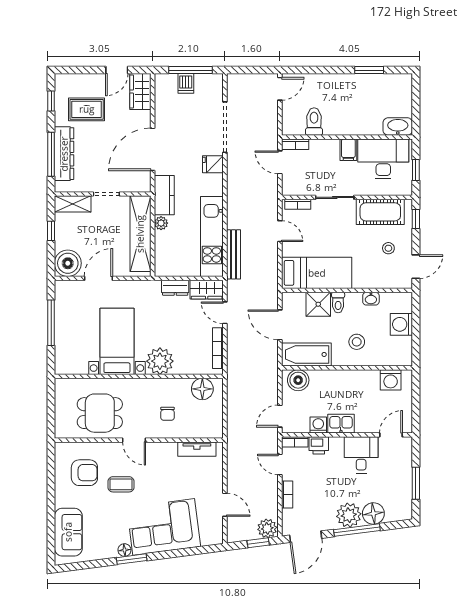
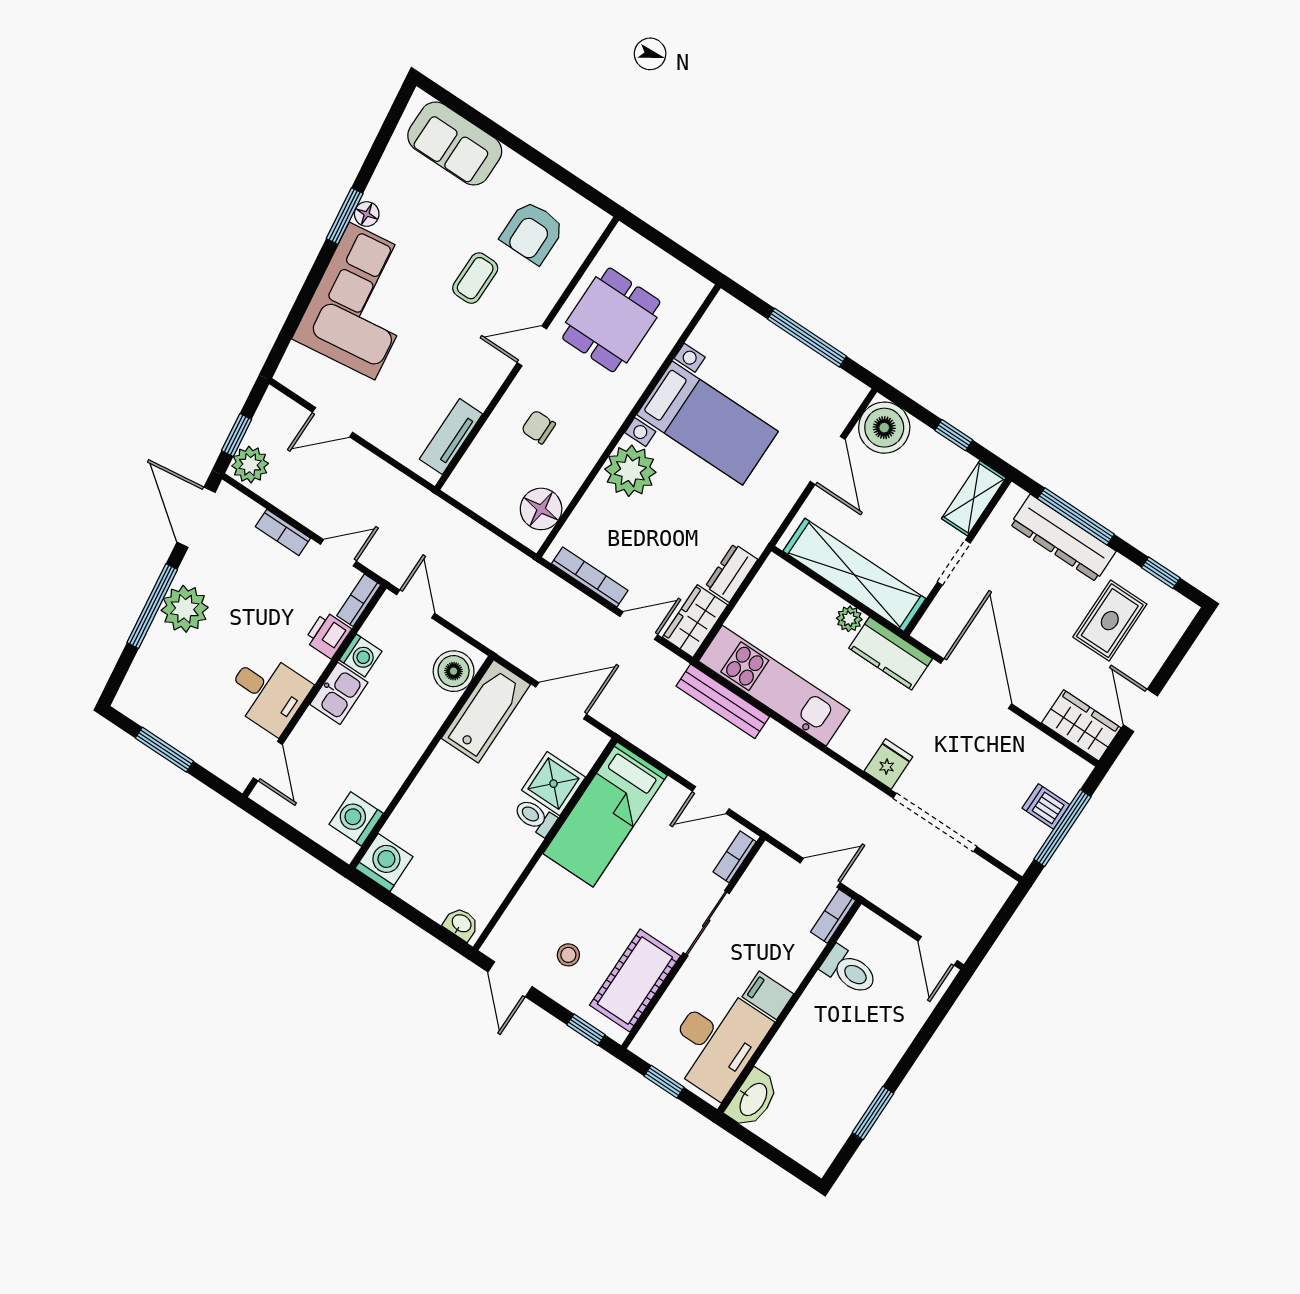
washbasin: (371, 299) -> (461, 924), moved, turned 90
washing machine: (401, 324) -> (384, 862), moved
stool: (357, 342) -> (453, 805), removed
floor lamp: (373, 513) -> (161, 650), removed

